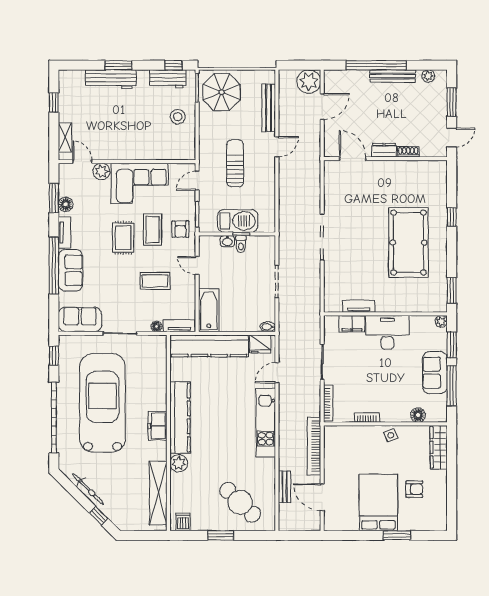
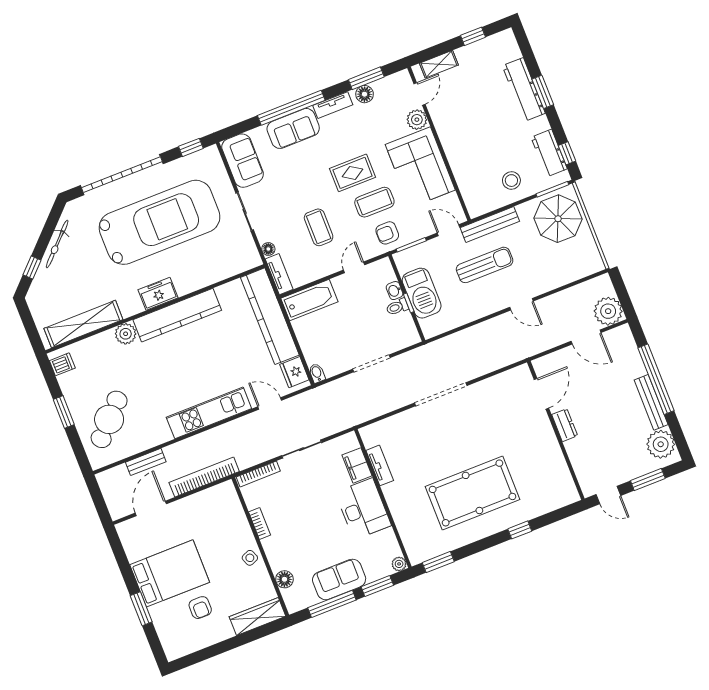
plant: (428, 76) -> (661, 444), width x1.87, depth x1.87
bench: (269, 108) -> (490, 225), moved
shoe rack: (408, 152) -> (573, 453), removed

